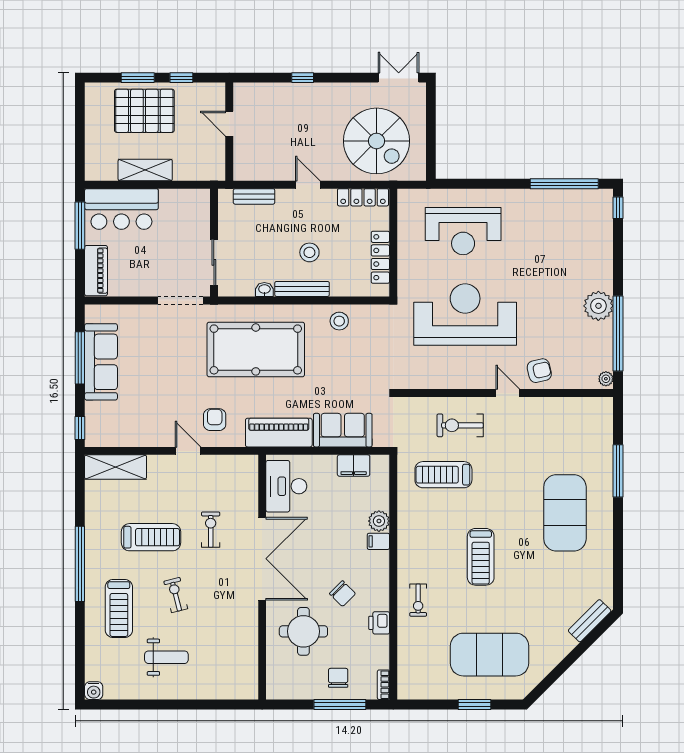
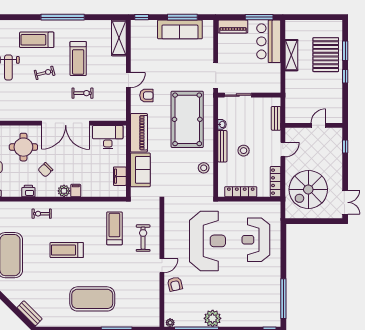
door: (229, 124) -> (318, 125), moved
wall: (229, 132) -> (314, 125), moved
plant: (379, 521) -> (64, 191), moved

